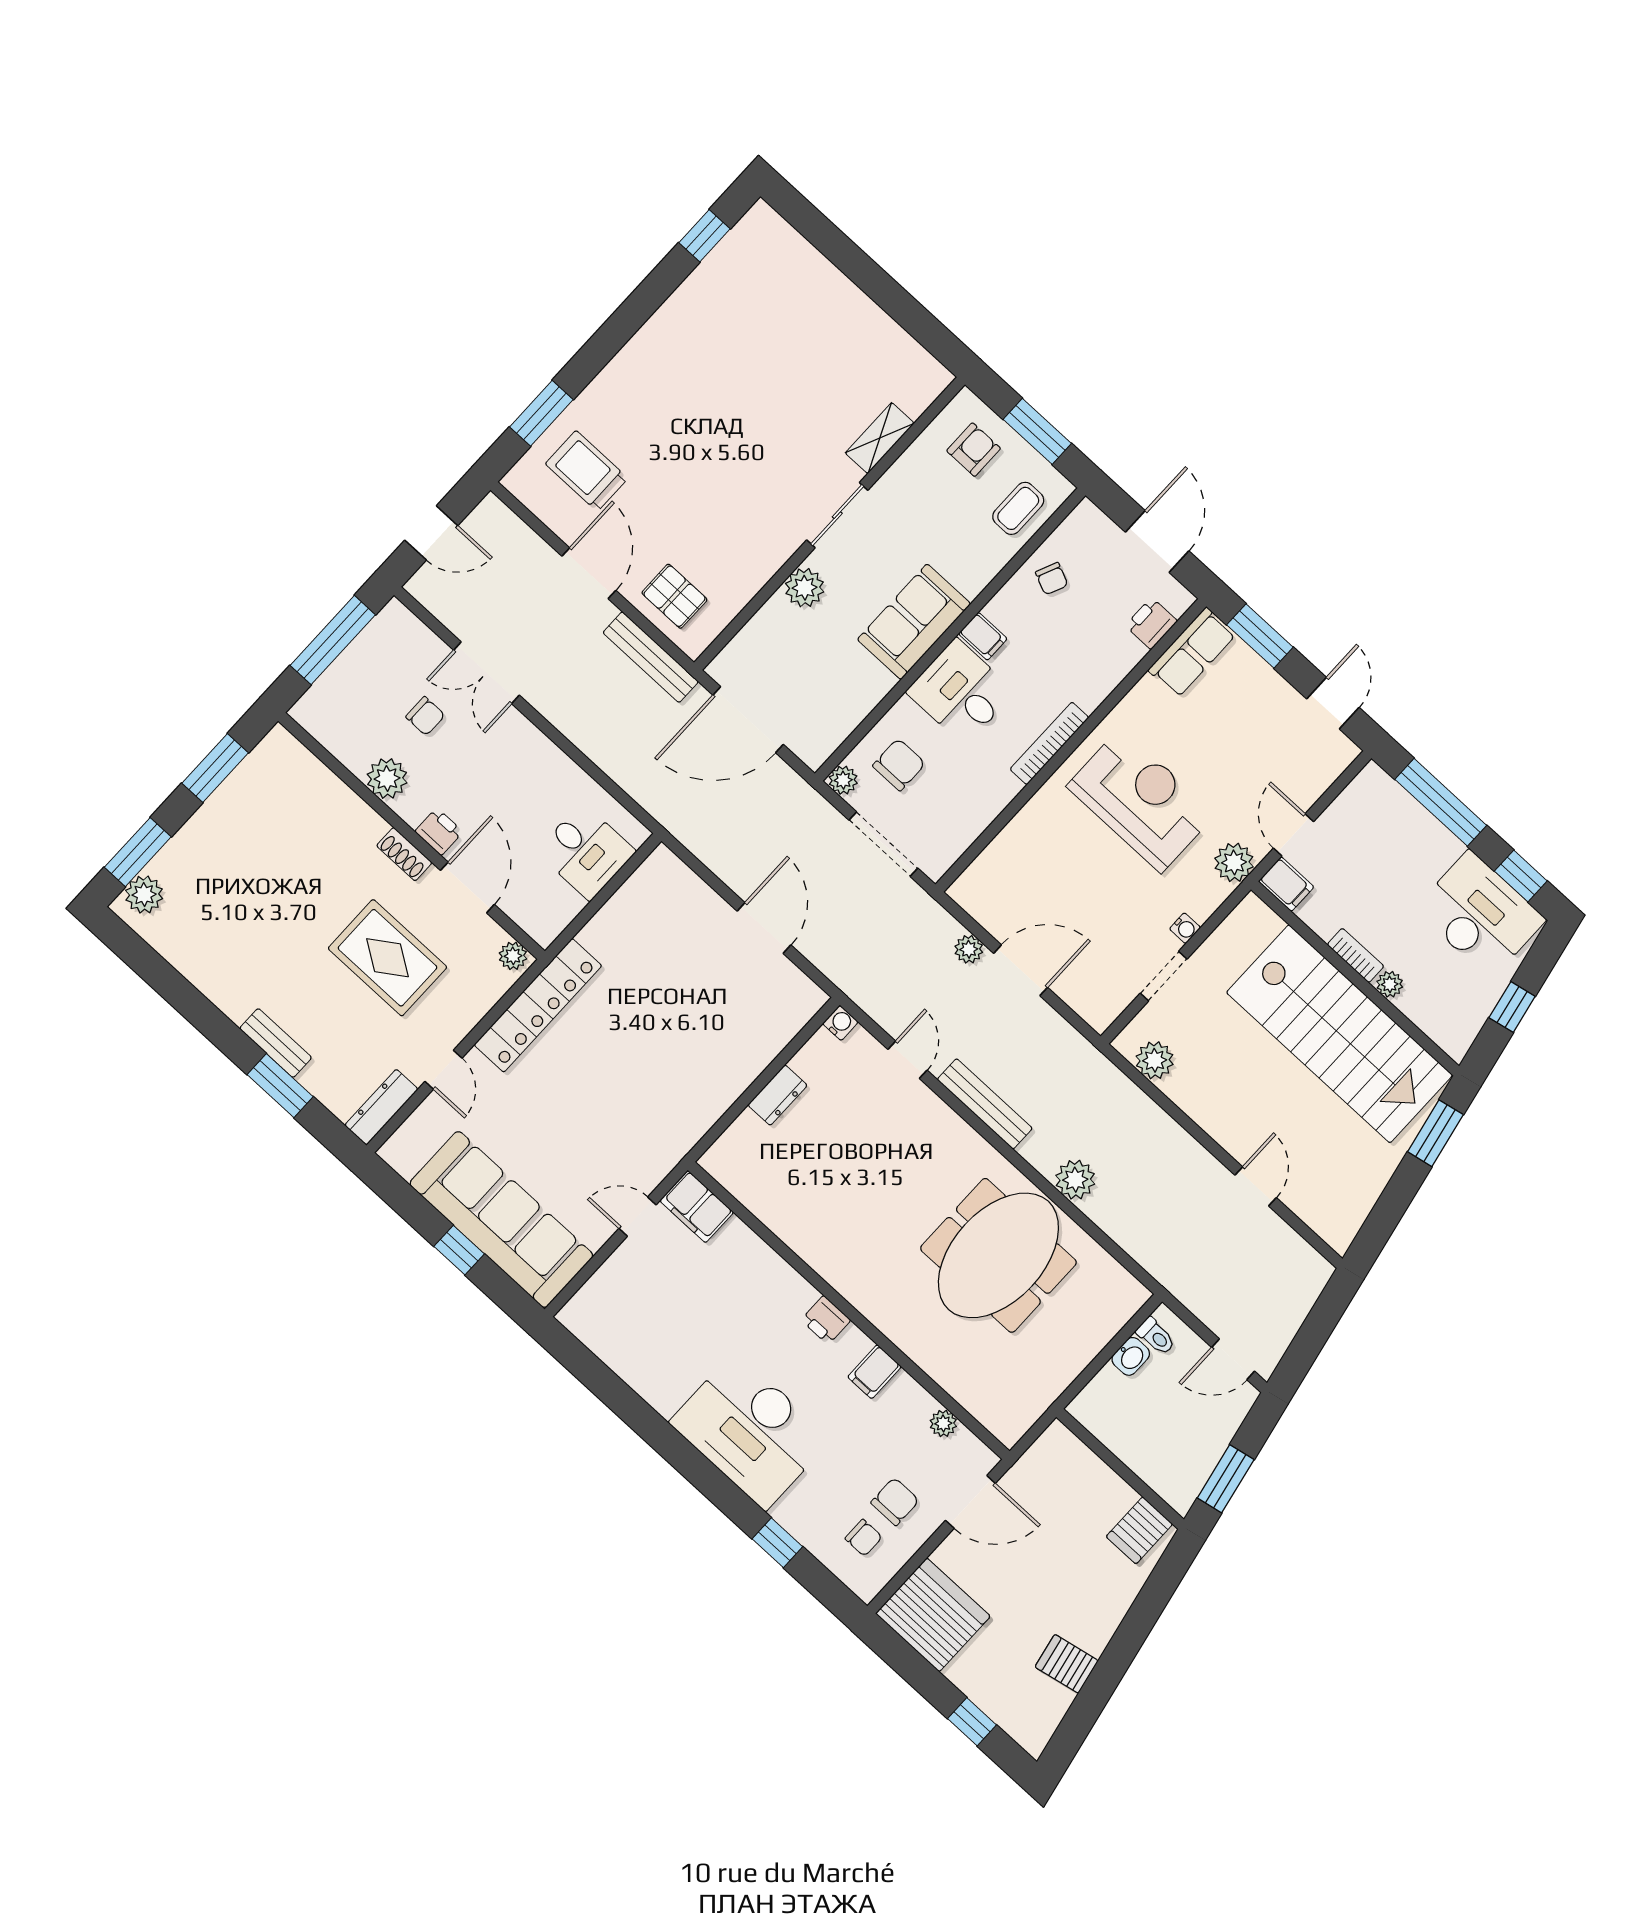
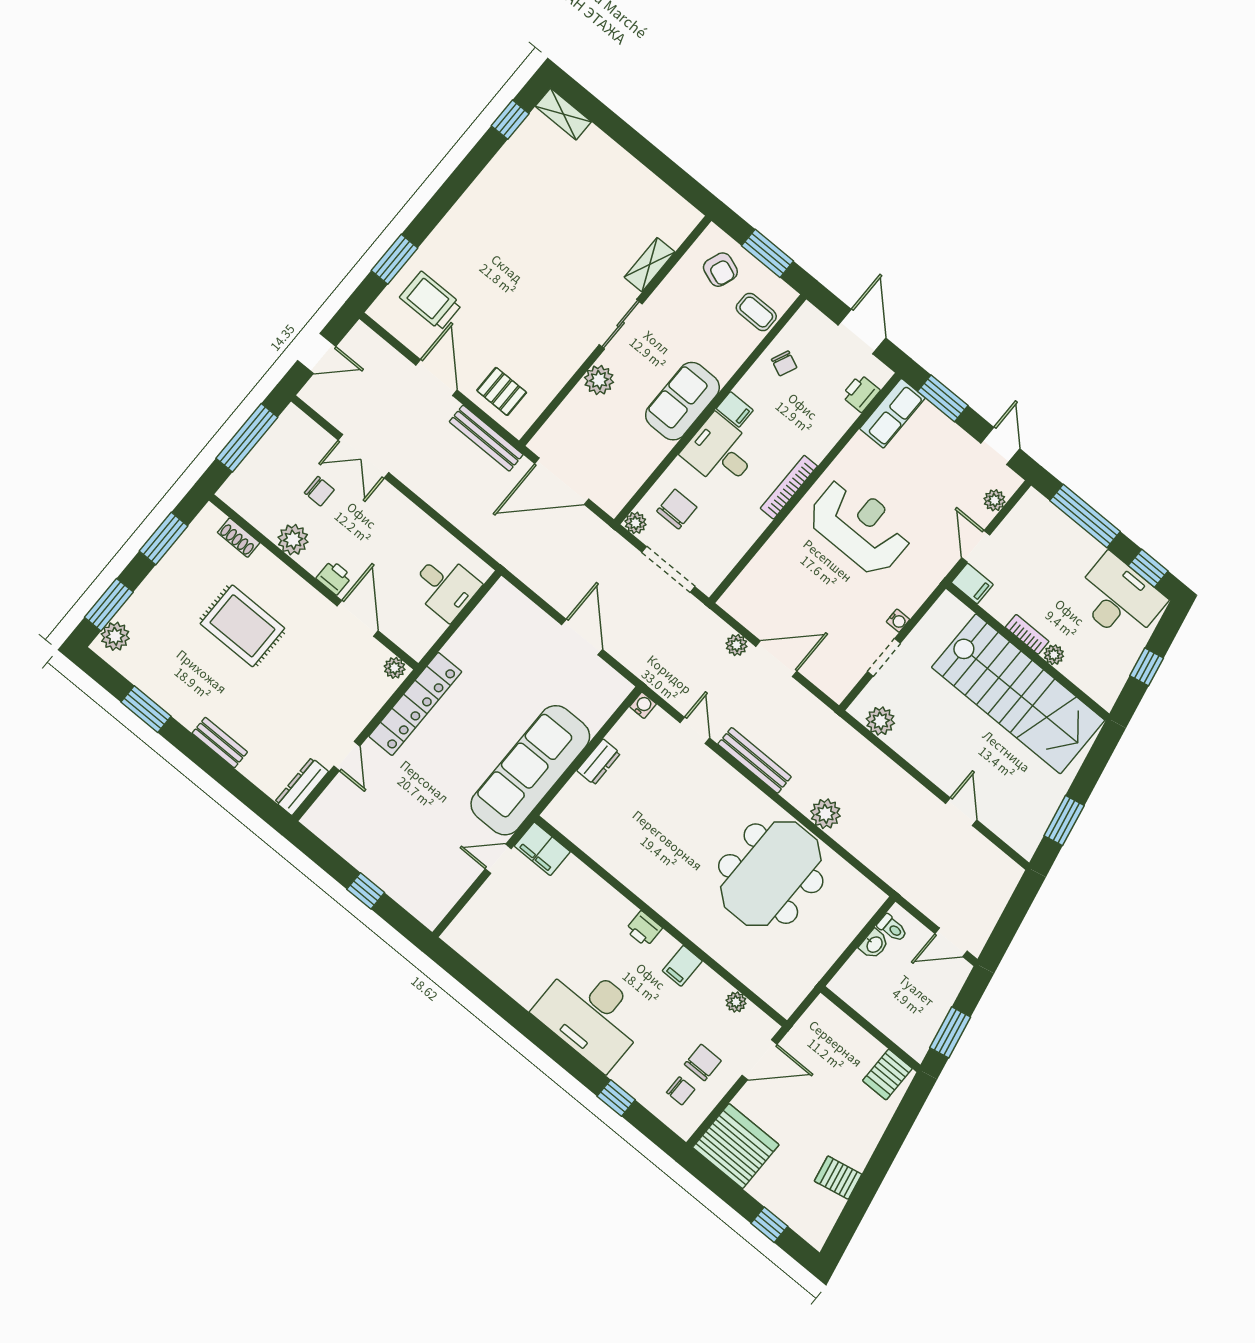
shelving: (776, 232) -> (563, 114), added
armchair: (974, 450) -> (720, 270), turned 110
coffee table: (1018, 508) -> (756, 312), turned 90
shoe rack: (404, 854) -> (239, 538), moved
plant: (1234, 862) -> (995, 500), moved, width x0.73, depth x0.73
rug: (387, 958) -> (242, 626), moved
window: (280, 1086) -> (146, 709), moved
window: (1435, 1133) -> (1064, 821), moved
sofa: (501, 1219) -> (530, 770), moved, turned -90

